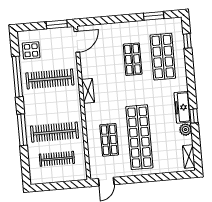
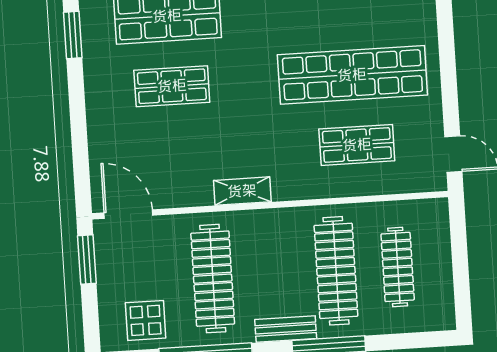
bench: (29, 111) -> (286, 329), added

